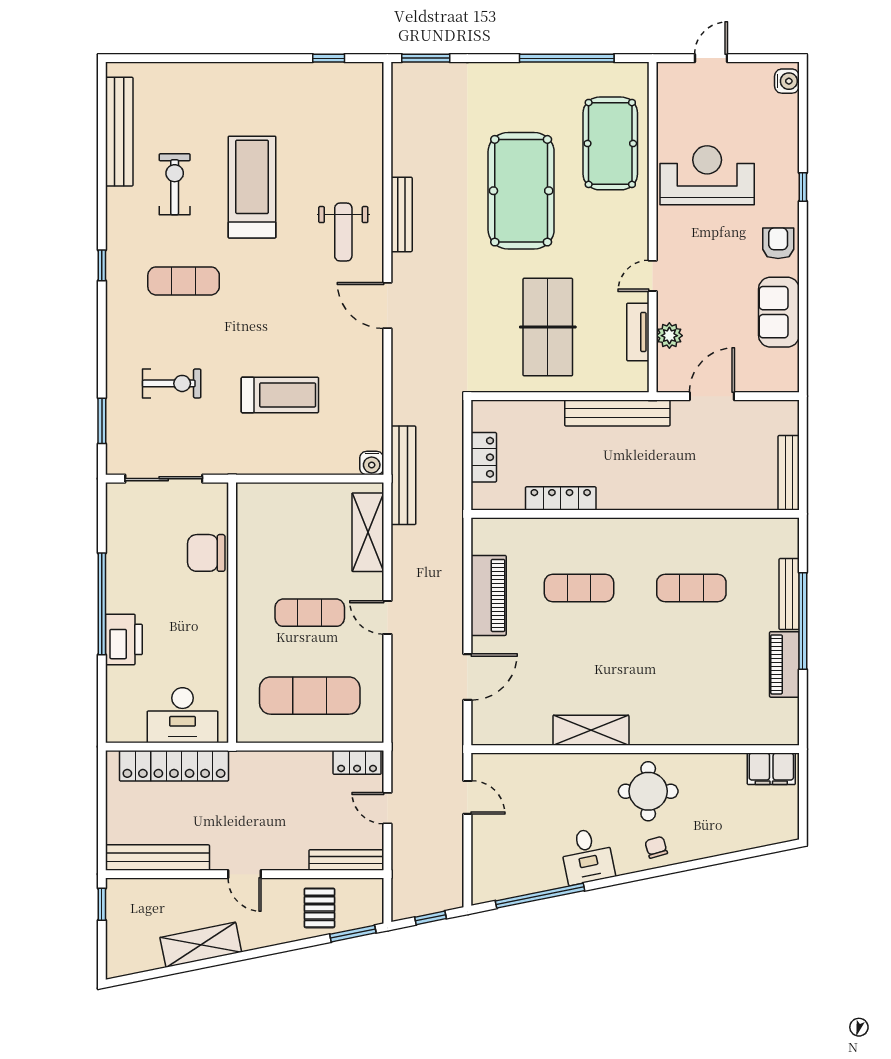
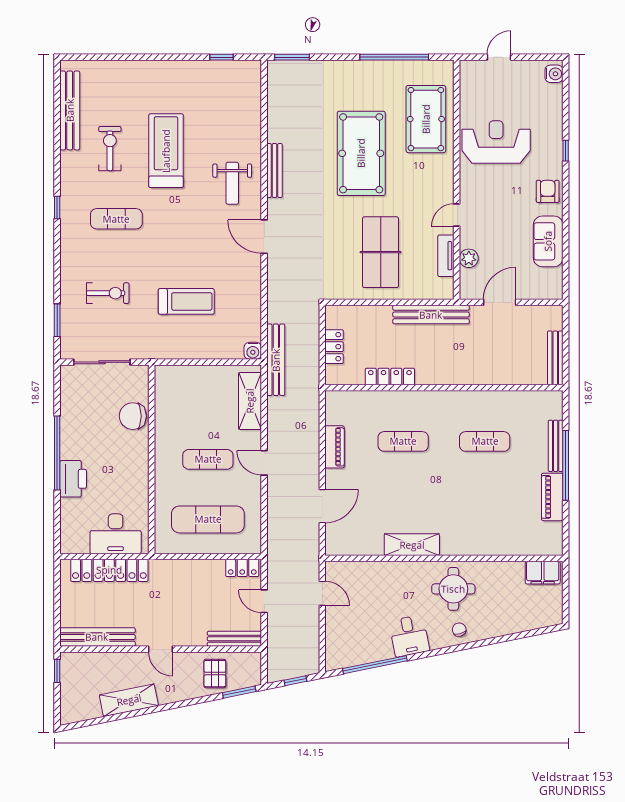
piano: (489, 595) -> (335, 447), width x0.73, depth x0.75

